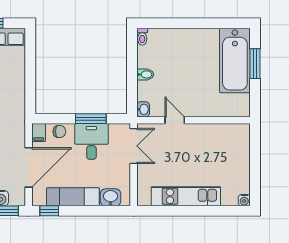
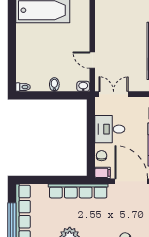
row of seats: (17, 103) -> (78, 191), added
window: (91, 119) -> (91, 130), removed
door: (175, 120) -> (92, 60), hinge flipped

